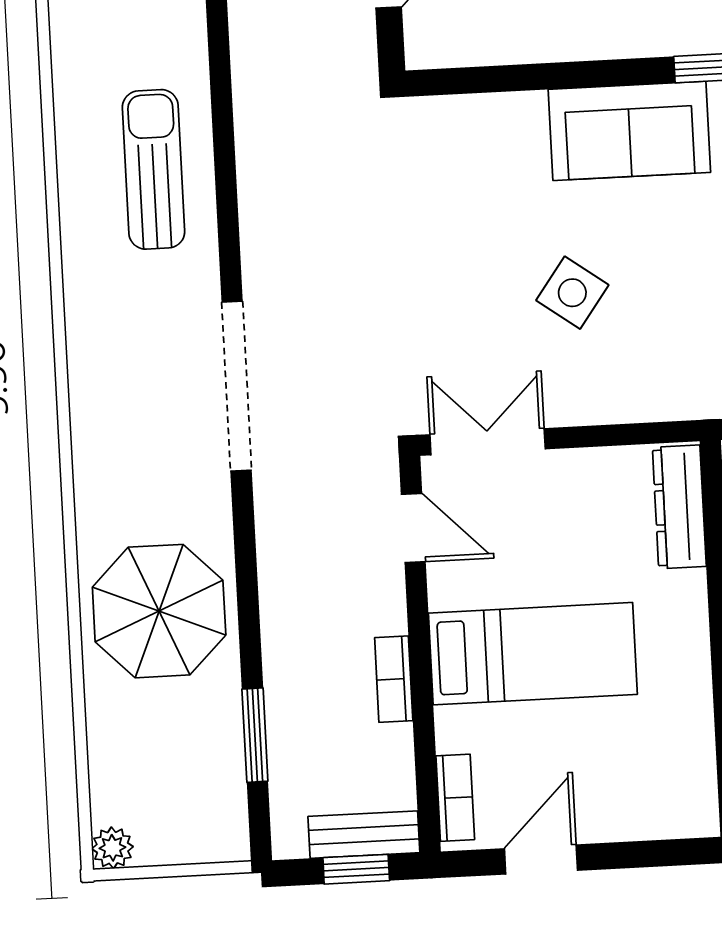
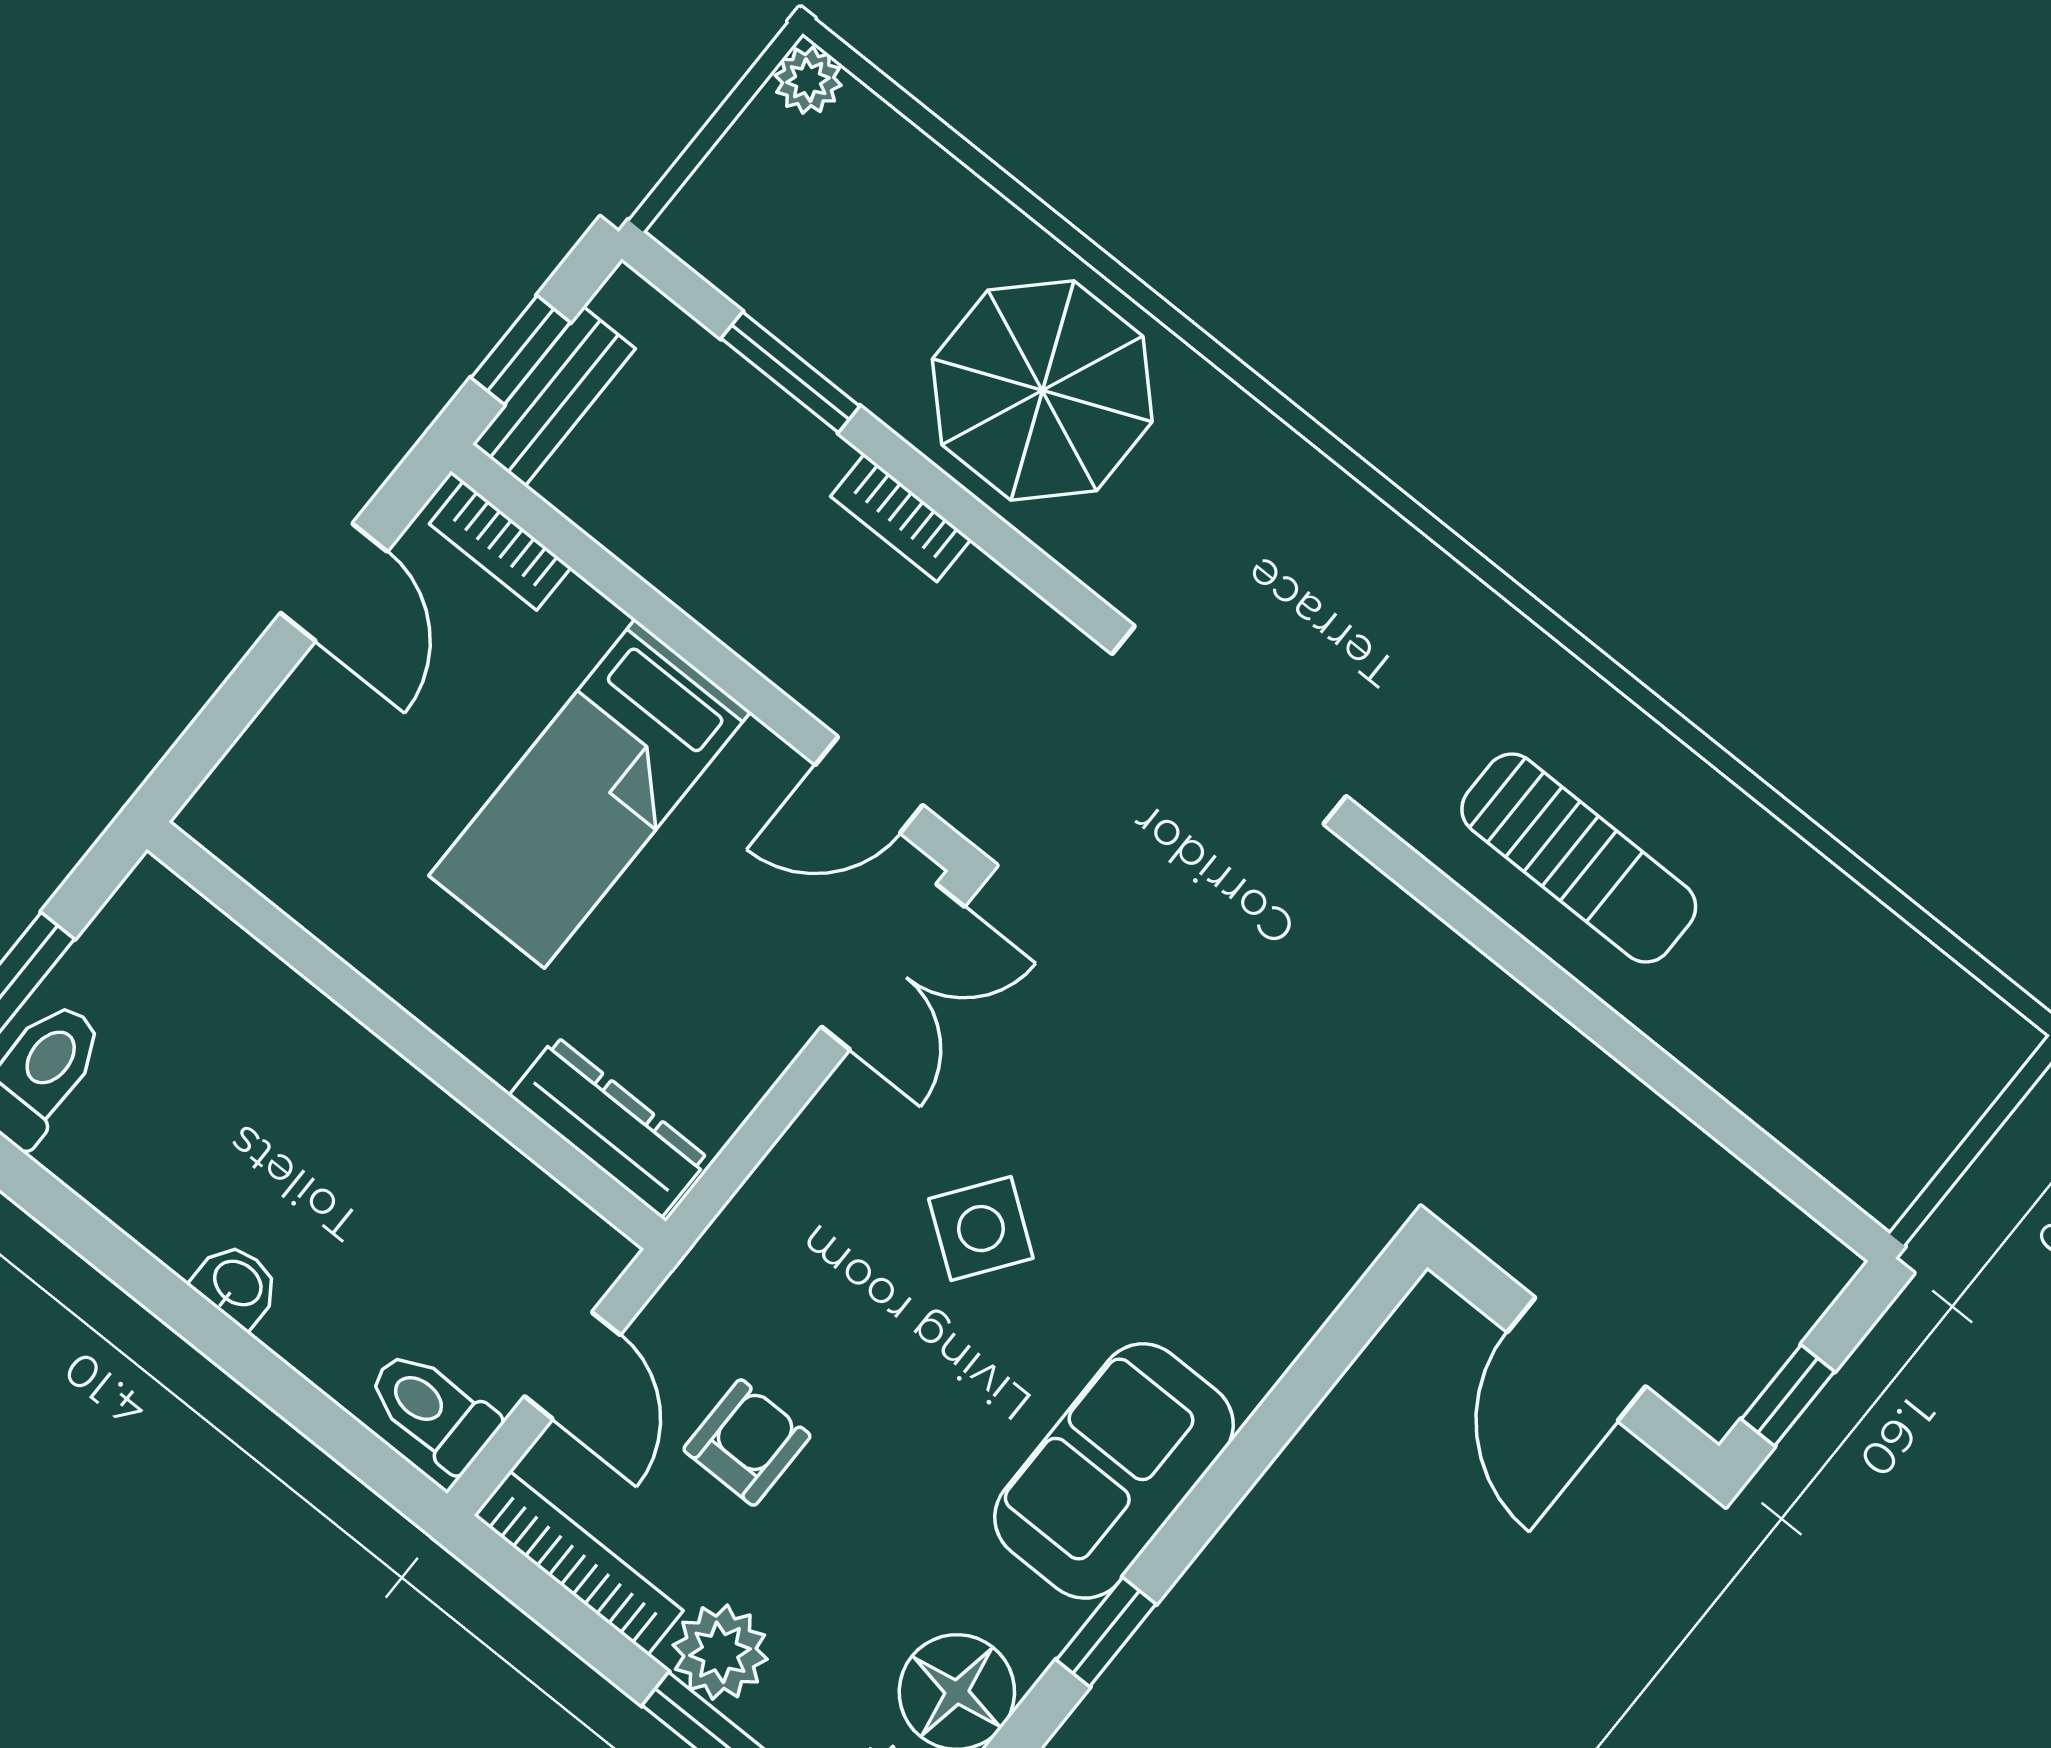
bookcase: (394, 679) -> (901, 518), moved, turned 180

